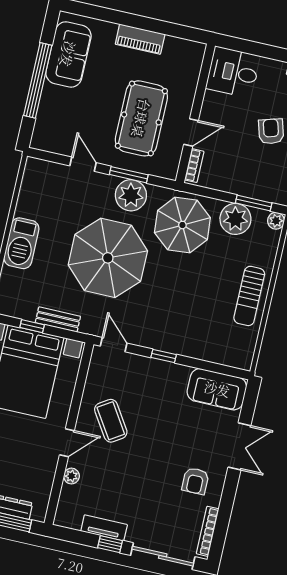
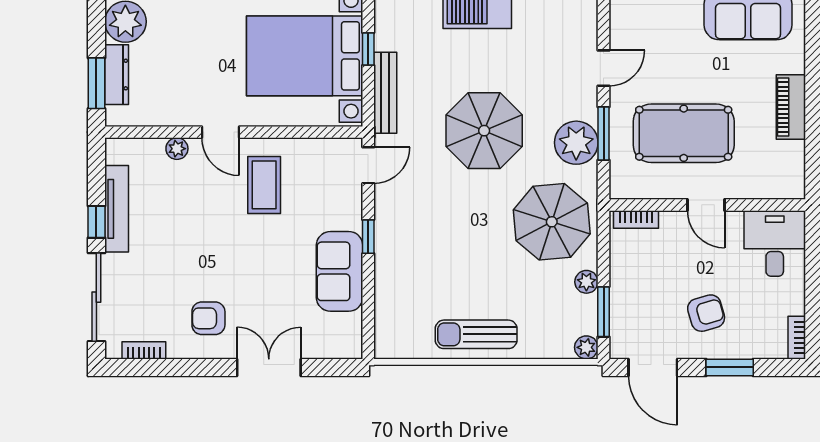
door: (191, 132) -> (706, 205), moved
plant: (235, 219) -> (586, 282), width x0.53, depth x0.53
parasol: (108, 258) -> (484, 131), width x0.73, depth x0.73
bench: (58, 319) -> (385, 93), width x1.36
sofa: (217, 389) -> (340, 271), moved
coffee table: (111, 421) -> (264, 185), turned -57
double door: (239, 446) -> (269, 367), swing flipped
tv unit: (104, 528) -> (117, 209), width x1.41
bookcase: (208, 531) -> (144, 350), width x0.64

